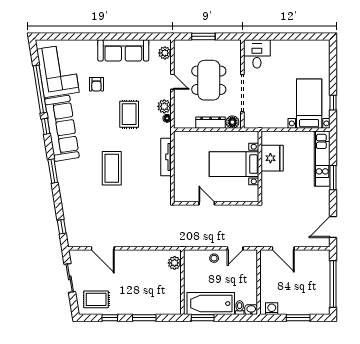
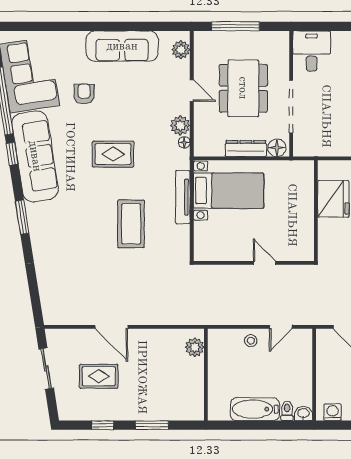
window: (203, 36) -> (236, 26), width x1.44
armchair: (96, 84) -> (84, 94), turned 180
rug: (129, 114) -> (113, 154), moved, turned 90
bed with nightstands: (234, 164) -> (229, 191), moved, turned 180
coffee table: (112, 168) -> (131, 224), moved
door: (207, 203) -> (265, 263), moved
window: (62, 227) -> (35, 296), removed
door: (103, 248) -> (111, 327), moved
rug: (96, 299) -> (99, 376), moved
bathtub: (211, 304) -> (255, 409), width x0.73, depth x0.73
window: (203, 318) -> (235, 425), removed

